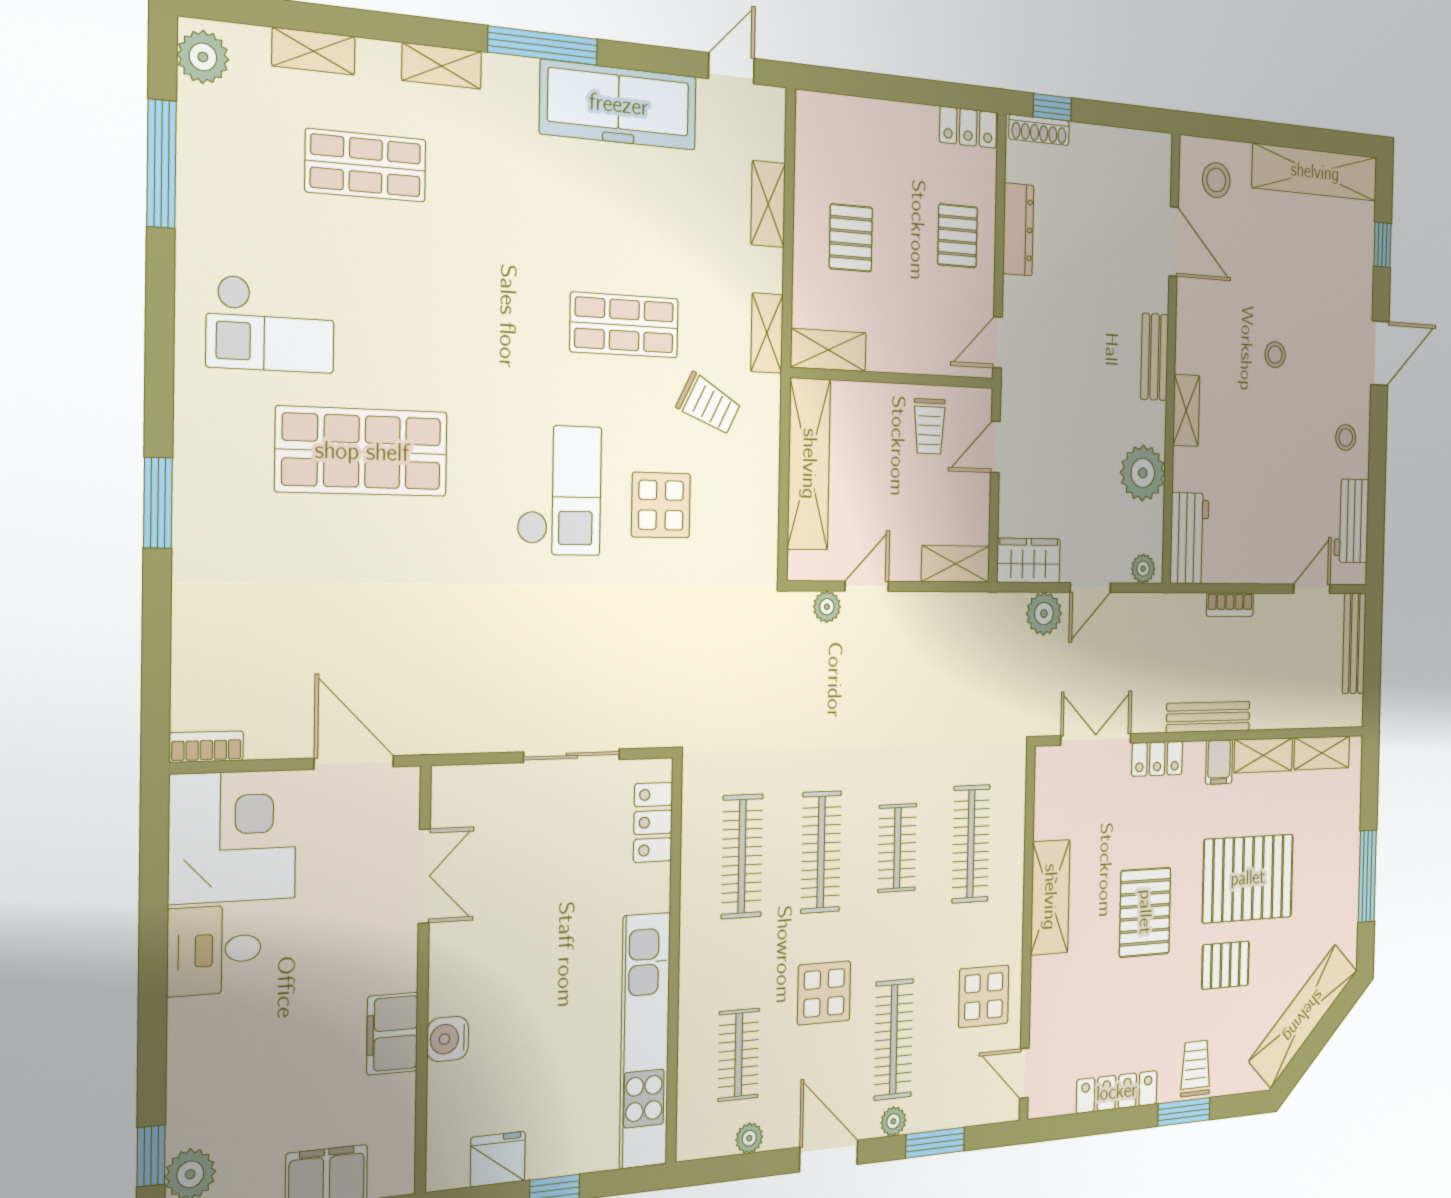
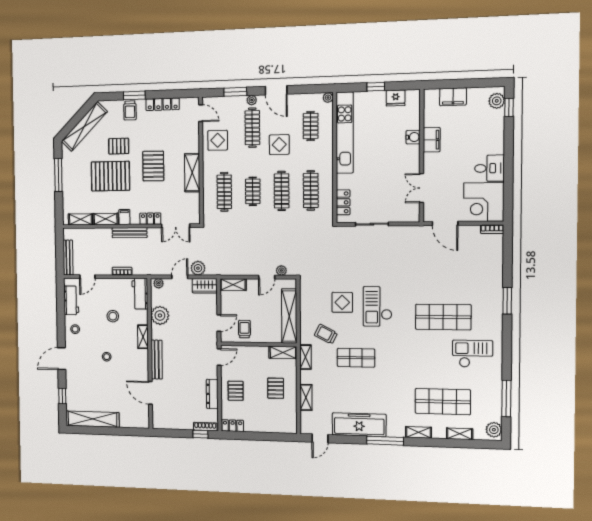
shop shelf: (366, 165) -> (443, 402), width x1.43, depth x1.36
stool: (1216, 180) -> (113, 316), moved
bench: (1155, 357) -> (157, 360), width x1.36
plant: (749, 1138) -> (328, 98), moved

